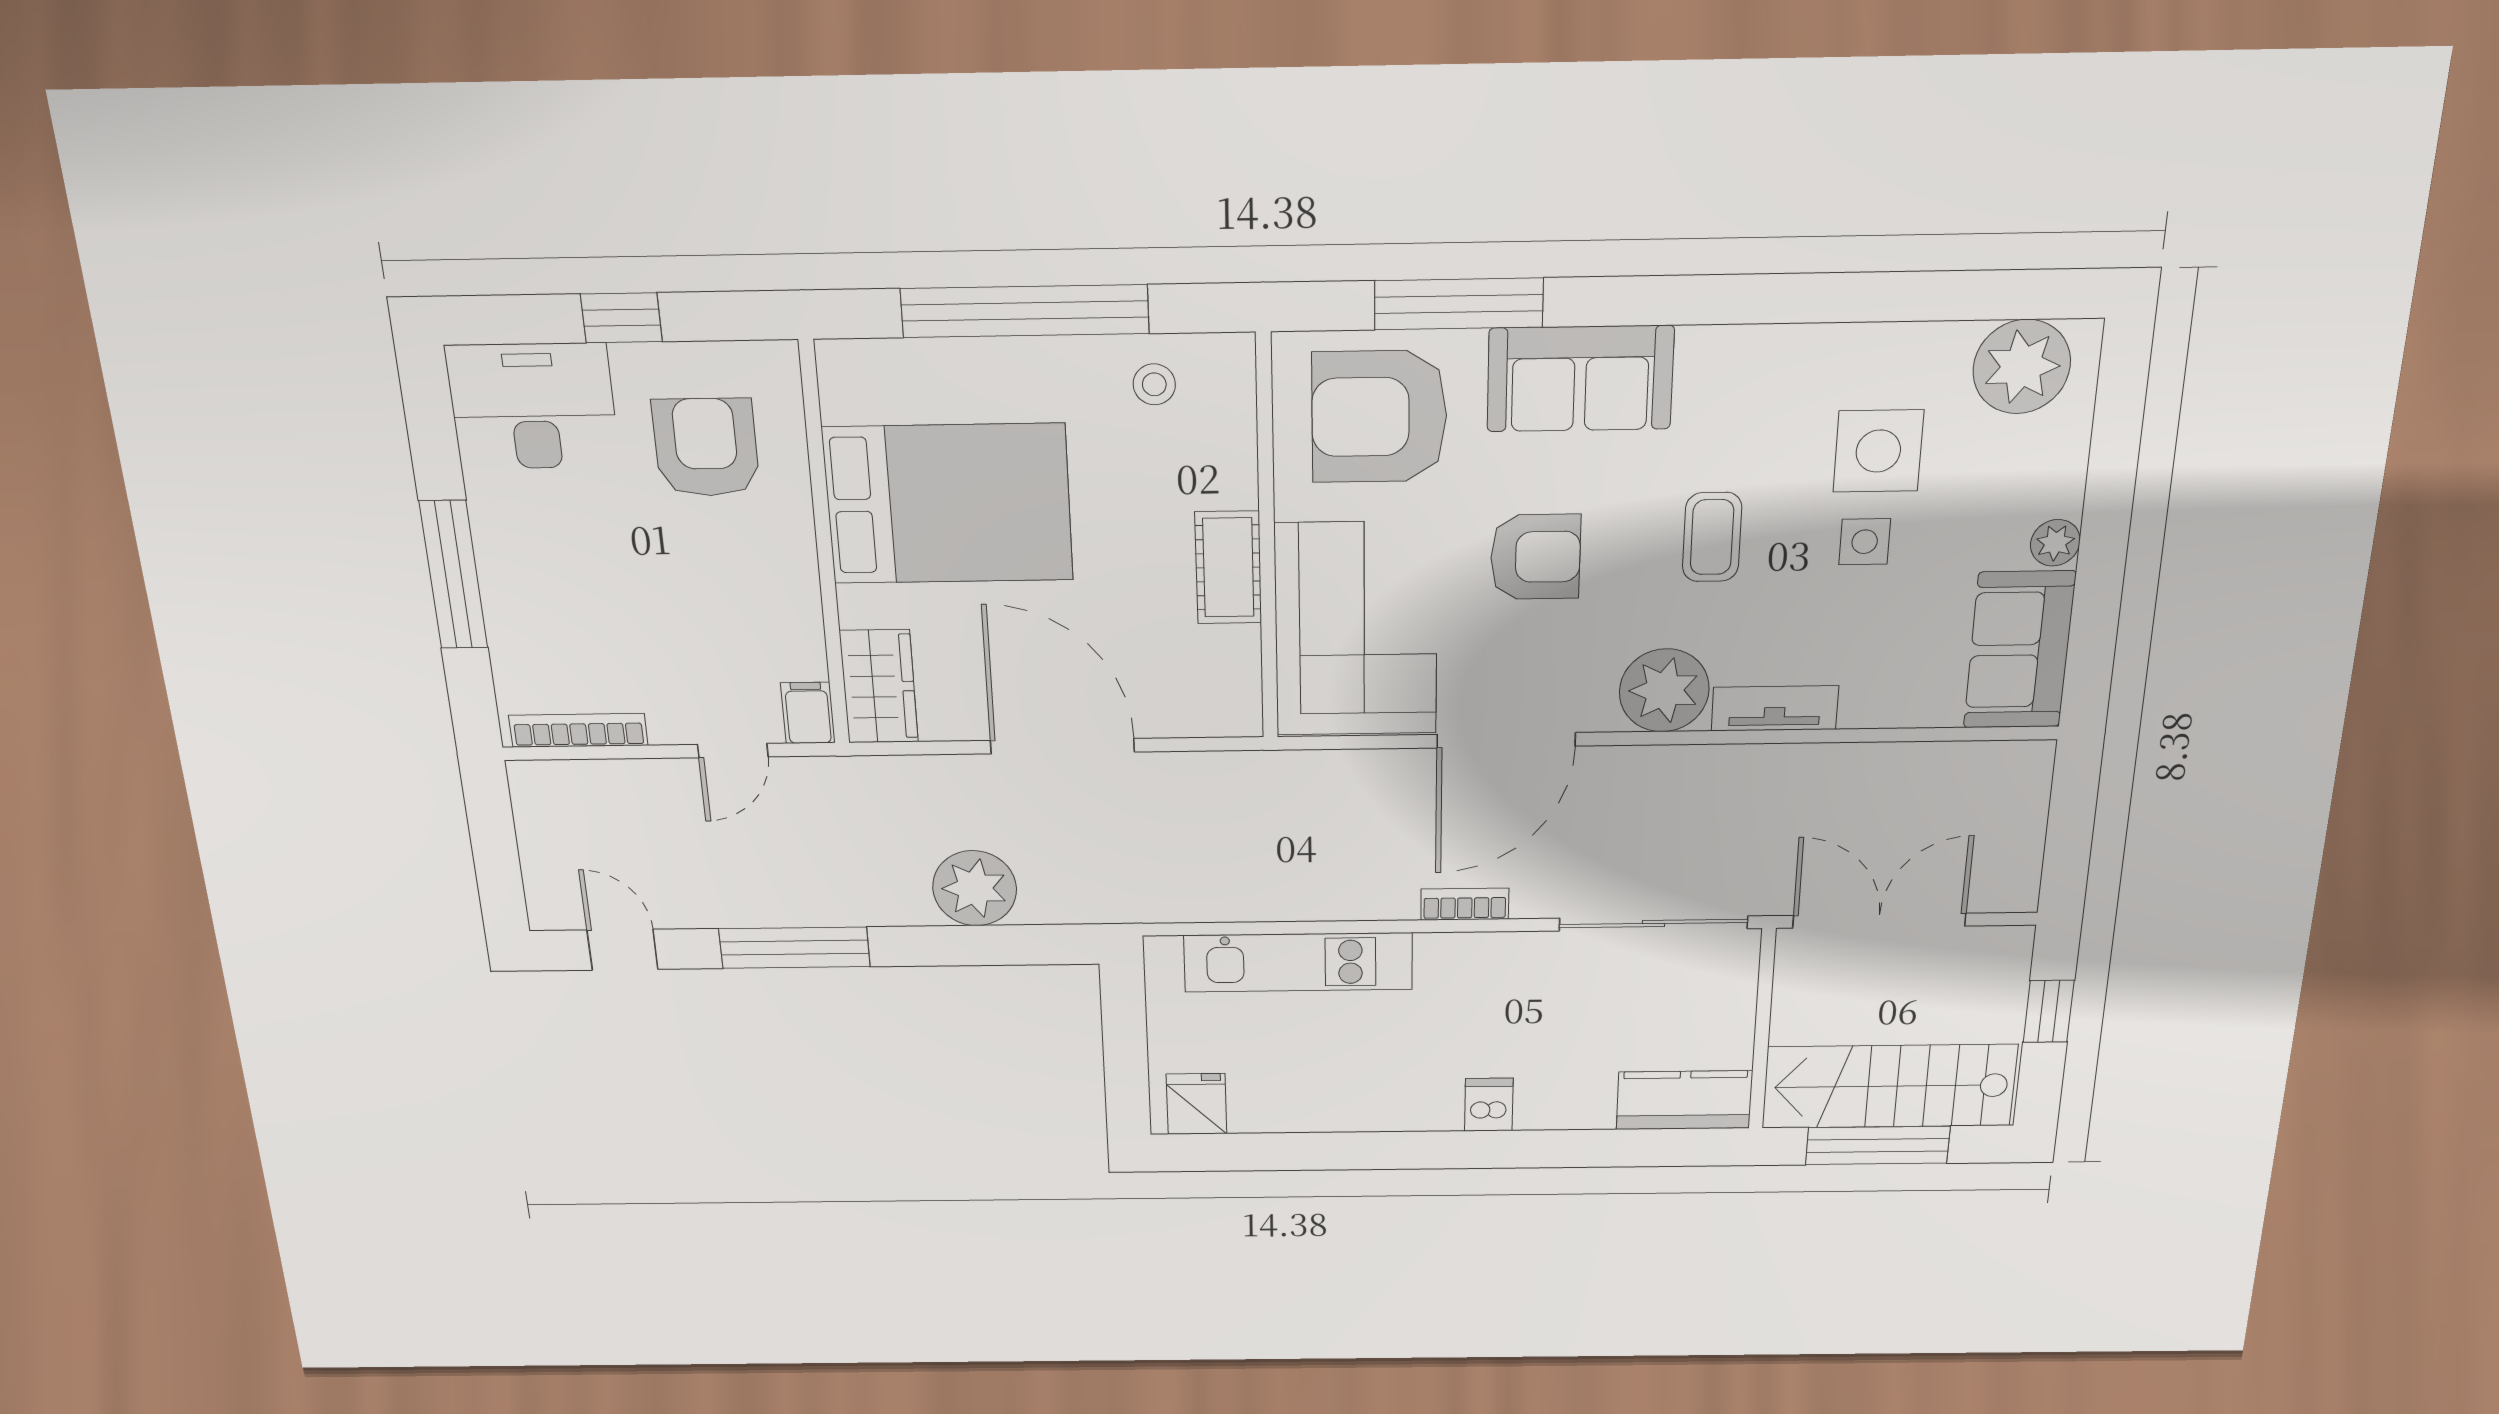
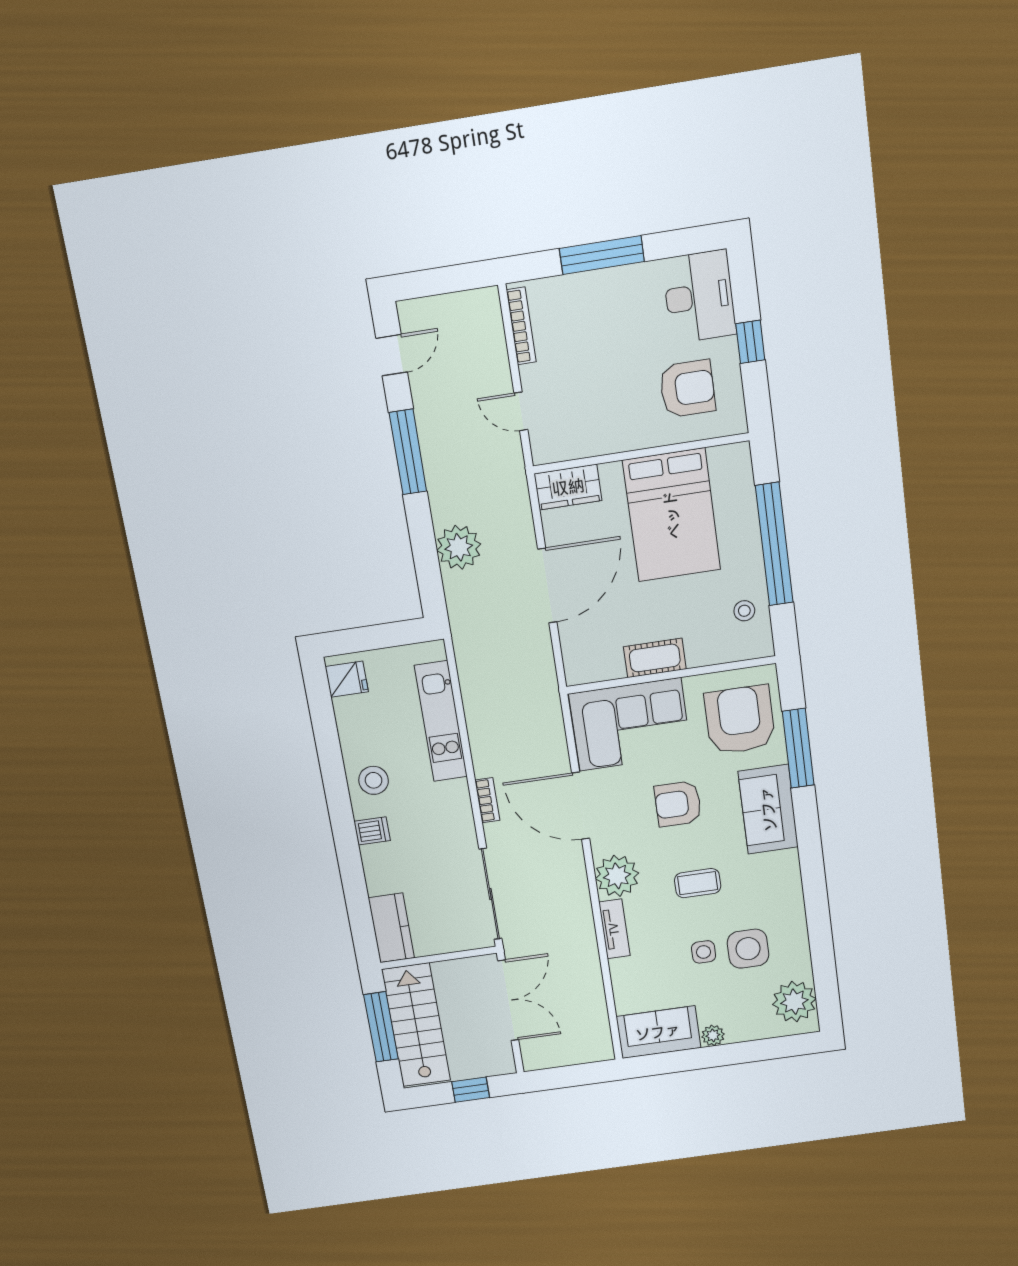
armchair: (1535, 557) -> (678, 804), turned 90
filing cabinet: (808, 713) -> (548, 451), removed
stool: (1393, 1089) -> (374, 780), added

